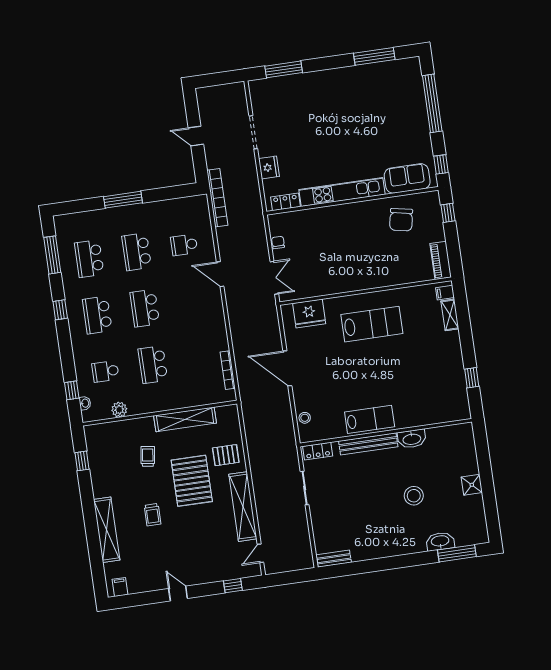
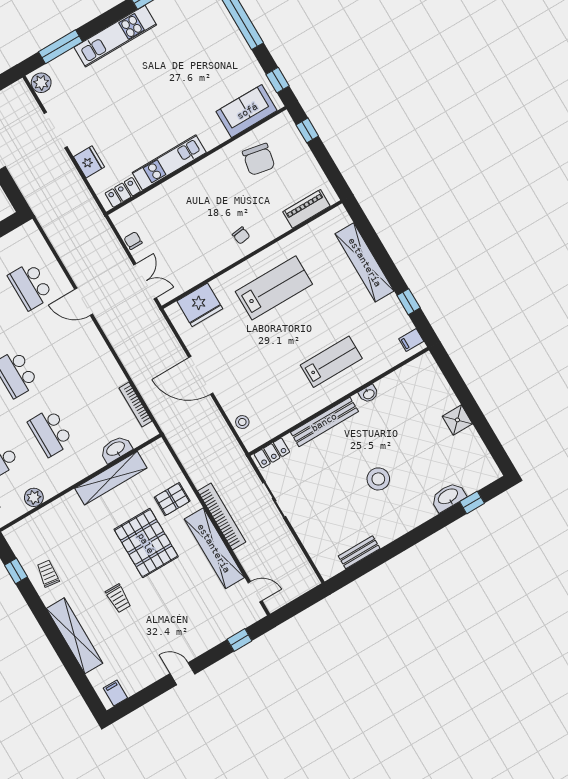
kitchen unit: (329, 79) -> (115, 36), added
plant: (257, 91) -> (41, 83), added
kitchen unit: (342, 192) -> (169, 163), width x0.73
bookcase: (217, 198) -> (222, 516), moved
school desk: (184, 245) -> (30, 286), width x1.85
piano: (441, 260) -> (306, 209), moved, turned 90
chair: (363, 273) -> (241, 235), added
filing cabinet: (445, 293) -> (411, 340), moved
shelving: (450, 315) -> (365, 262), width x2.20, depth x1.33
washbasin: (198, 398) -> (116, 449), added
lab bench: (370, 419) -> (331, 362), moved
washbasin: (412, 439) -> (369, 394), width x0.52, depth x0.69
trolley: (148, 456) -> (48, 573), moved
stool: (414, 496) -> (378, 479), moved
door: (260, 553) -> (255, 592), swing flipped
window: (457, 553) -> (472, 502), width x0.46
bench: (334, 559) -> (359, 552), moved

